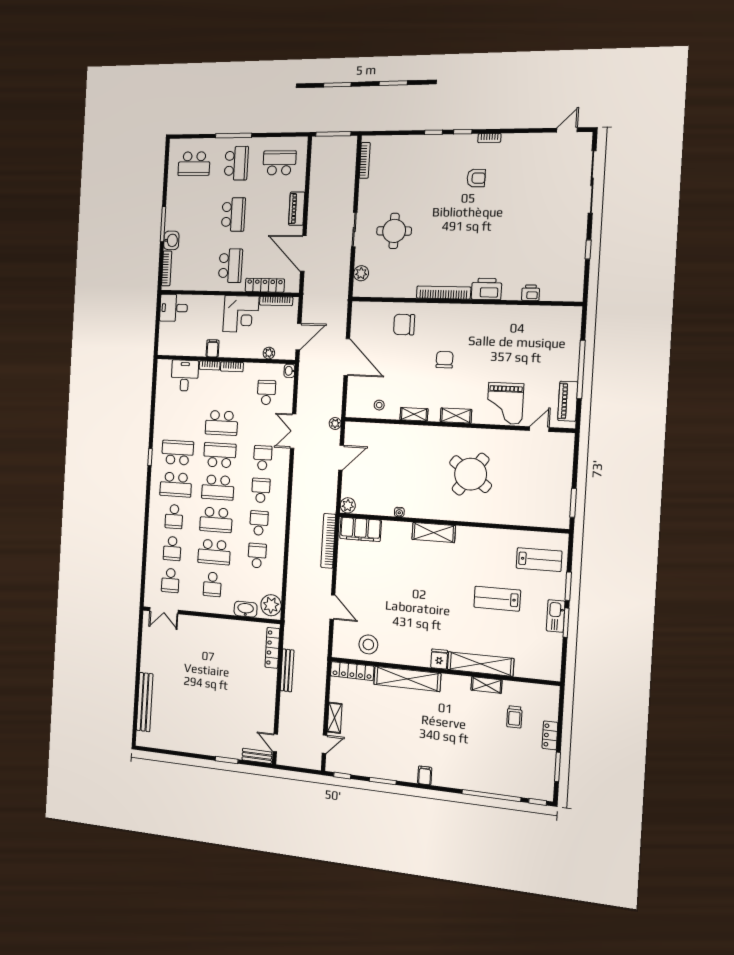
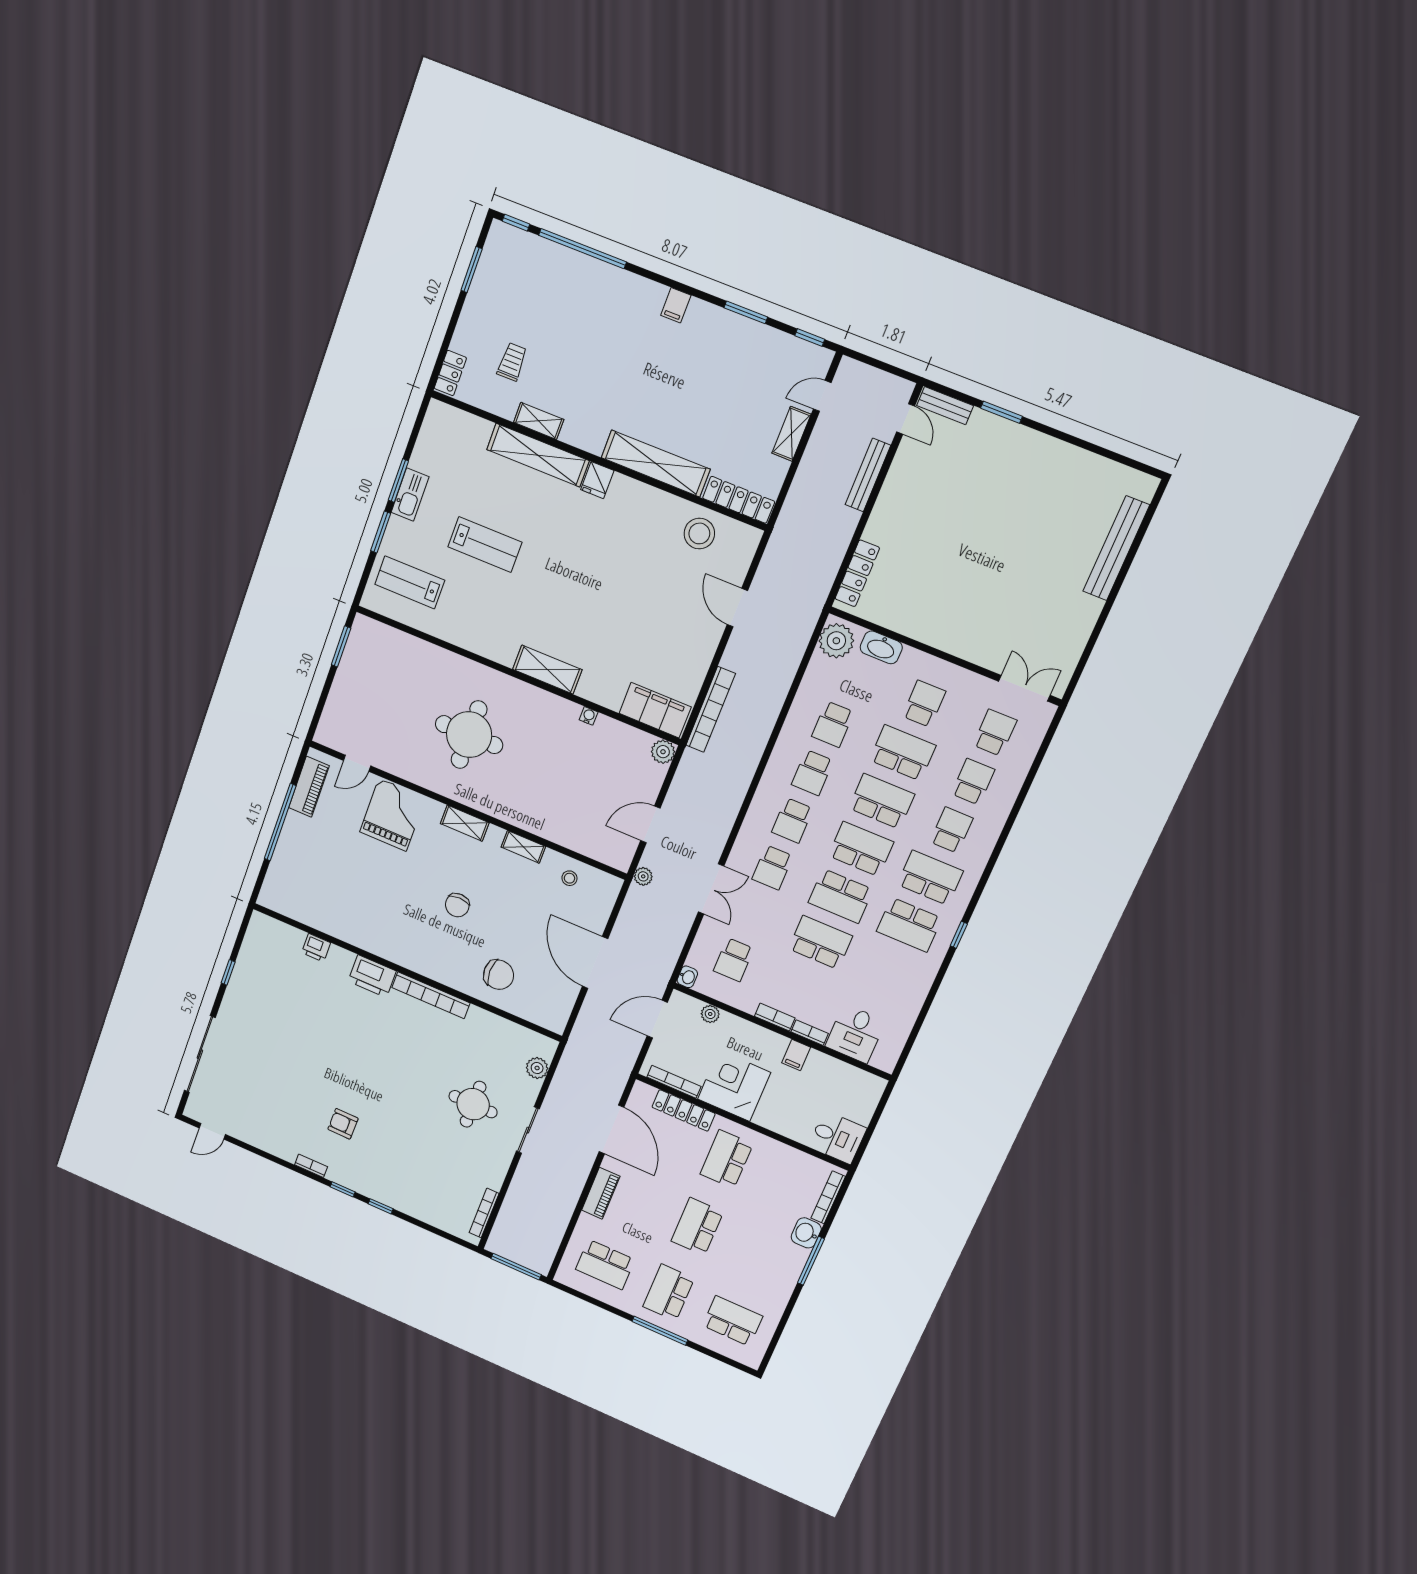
round table: (471, 474) -> (469, 735), turned -36
bench: (287, 670) -> (868, 475), moved
locker: (550, 735) -> (450, 373), moved

